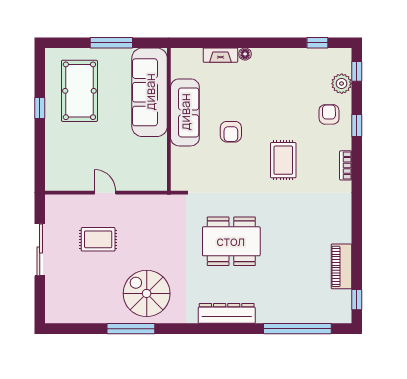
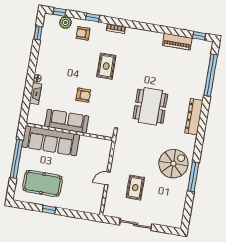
window: (111, 43) -> (16, 159), width x1.46
rug: (283, 160) -> (106, 66), turned 90
spiral stairs: (147, 293) -> (173, 164), turned 180

